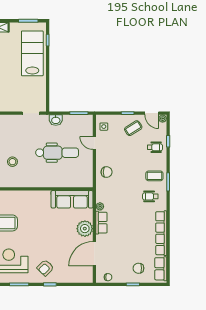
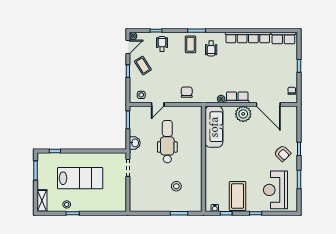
lab bench: (32, 53) -> (80, 178), moved, turned 180
chair: (138, 268) -> (283, 60), removed

